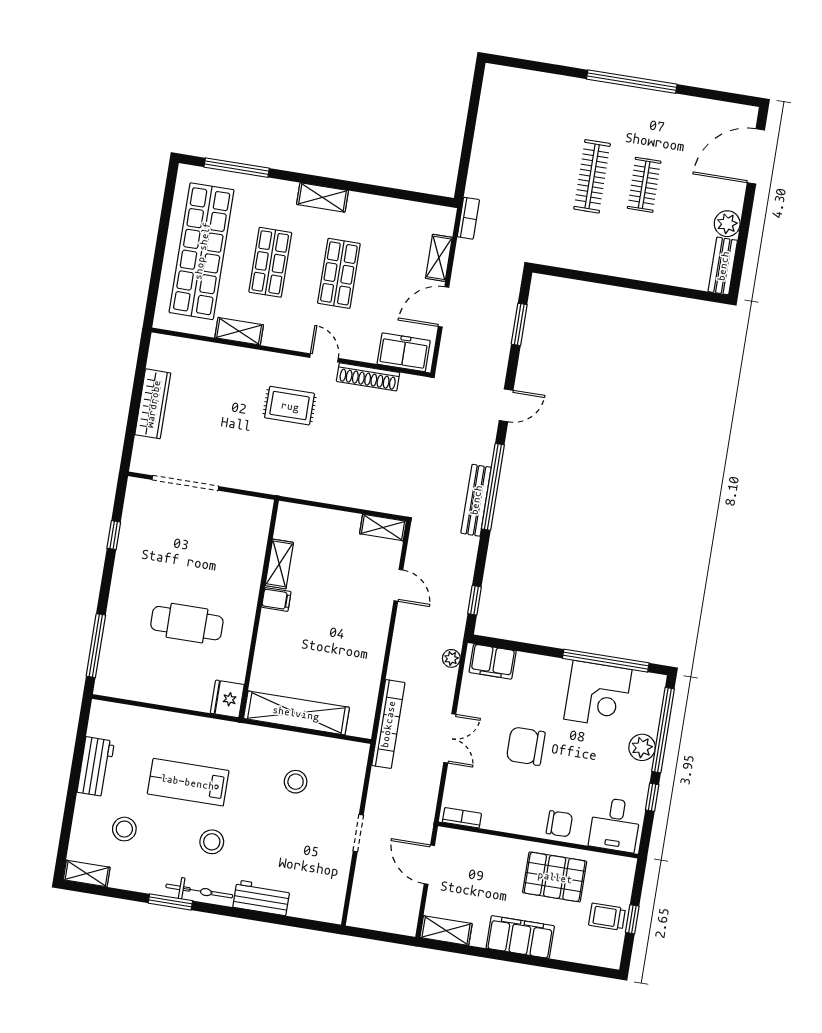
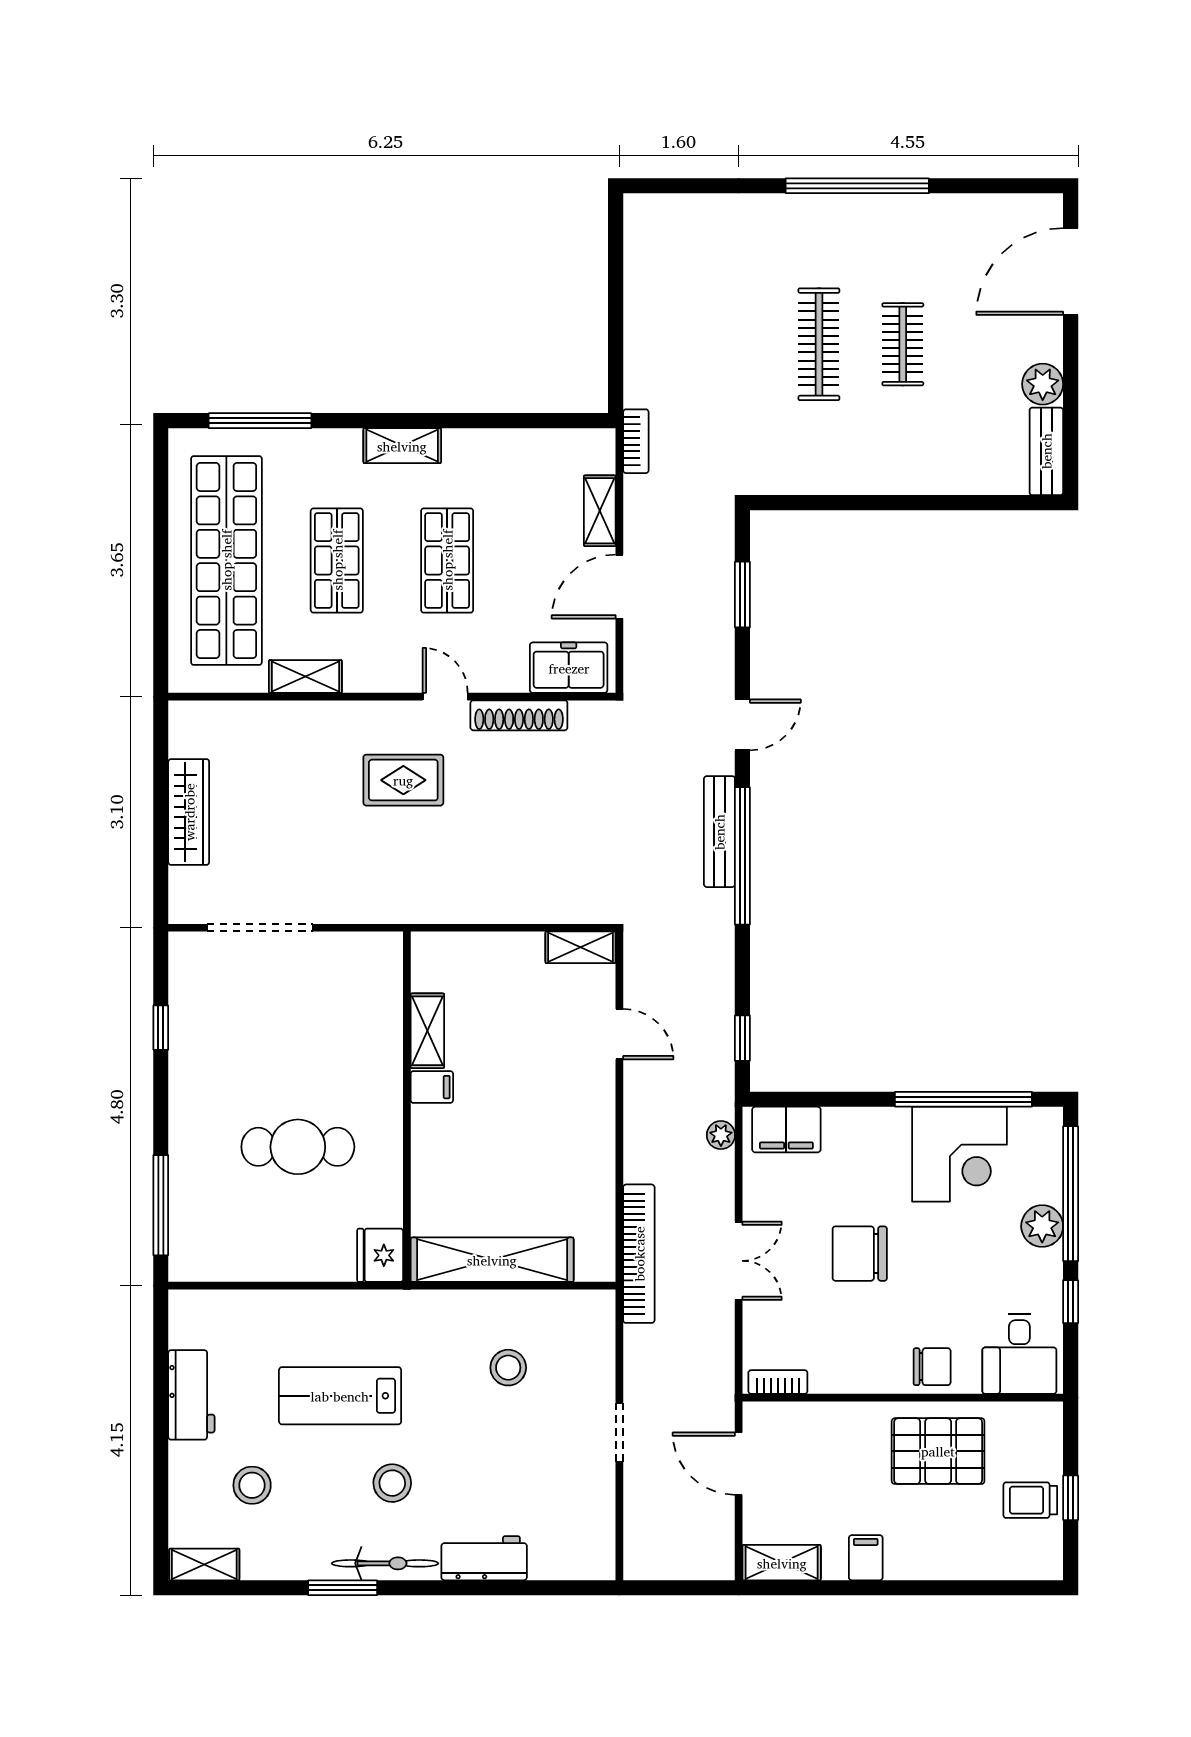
bench: (476, 500) -> (719, 832), moved
filing cabinet: (520, 937) -> (866, 1558), width x0.33, depth x0.86

